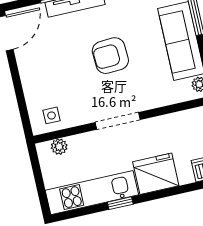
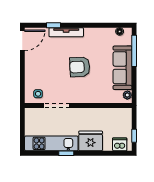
doorway: (118, 121) -> (56, 106), moved
plant: (59, 147) -> (38, 113), removed

